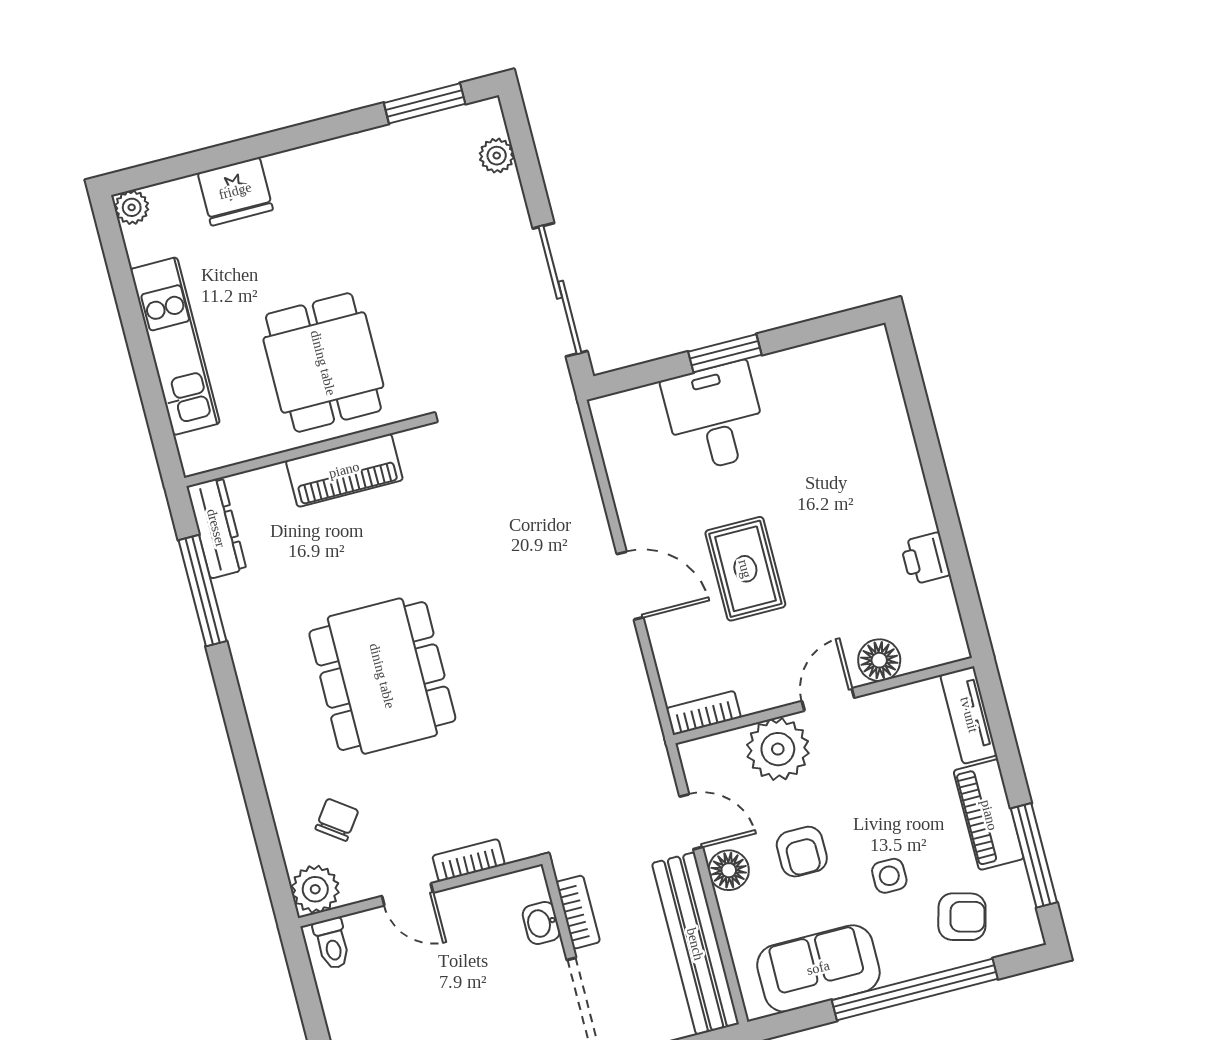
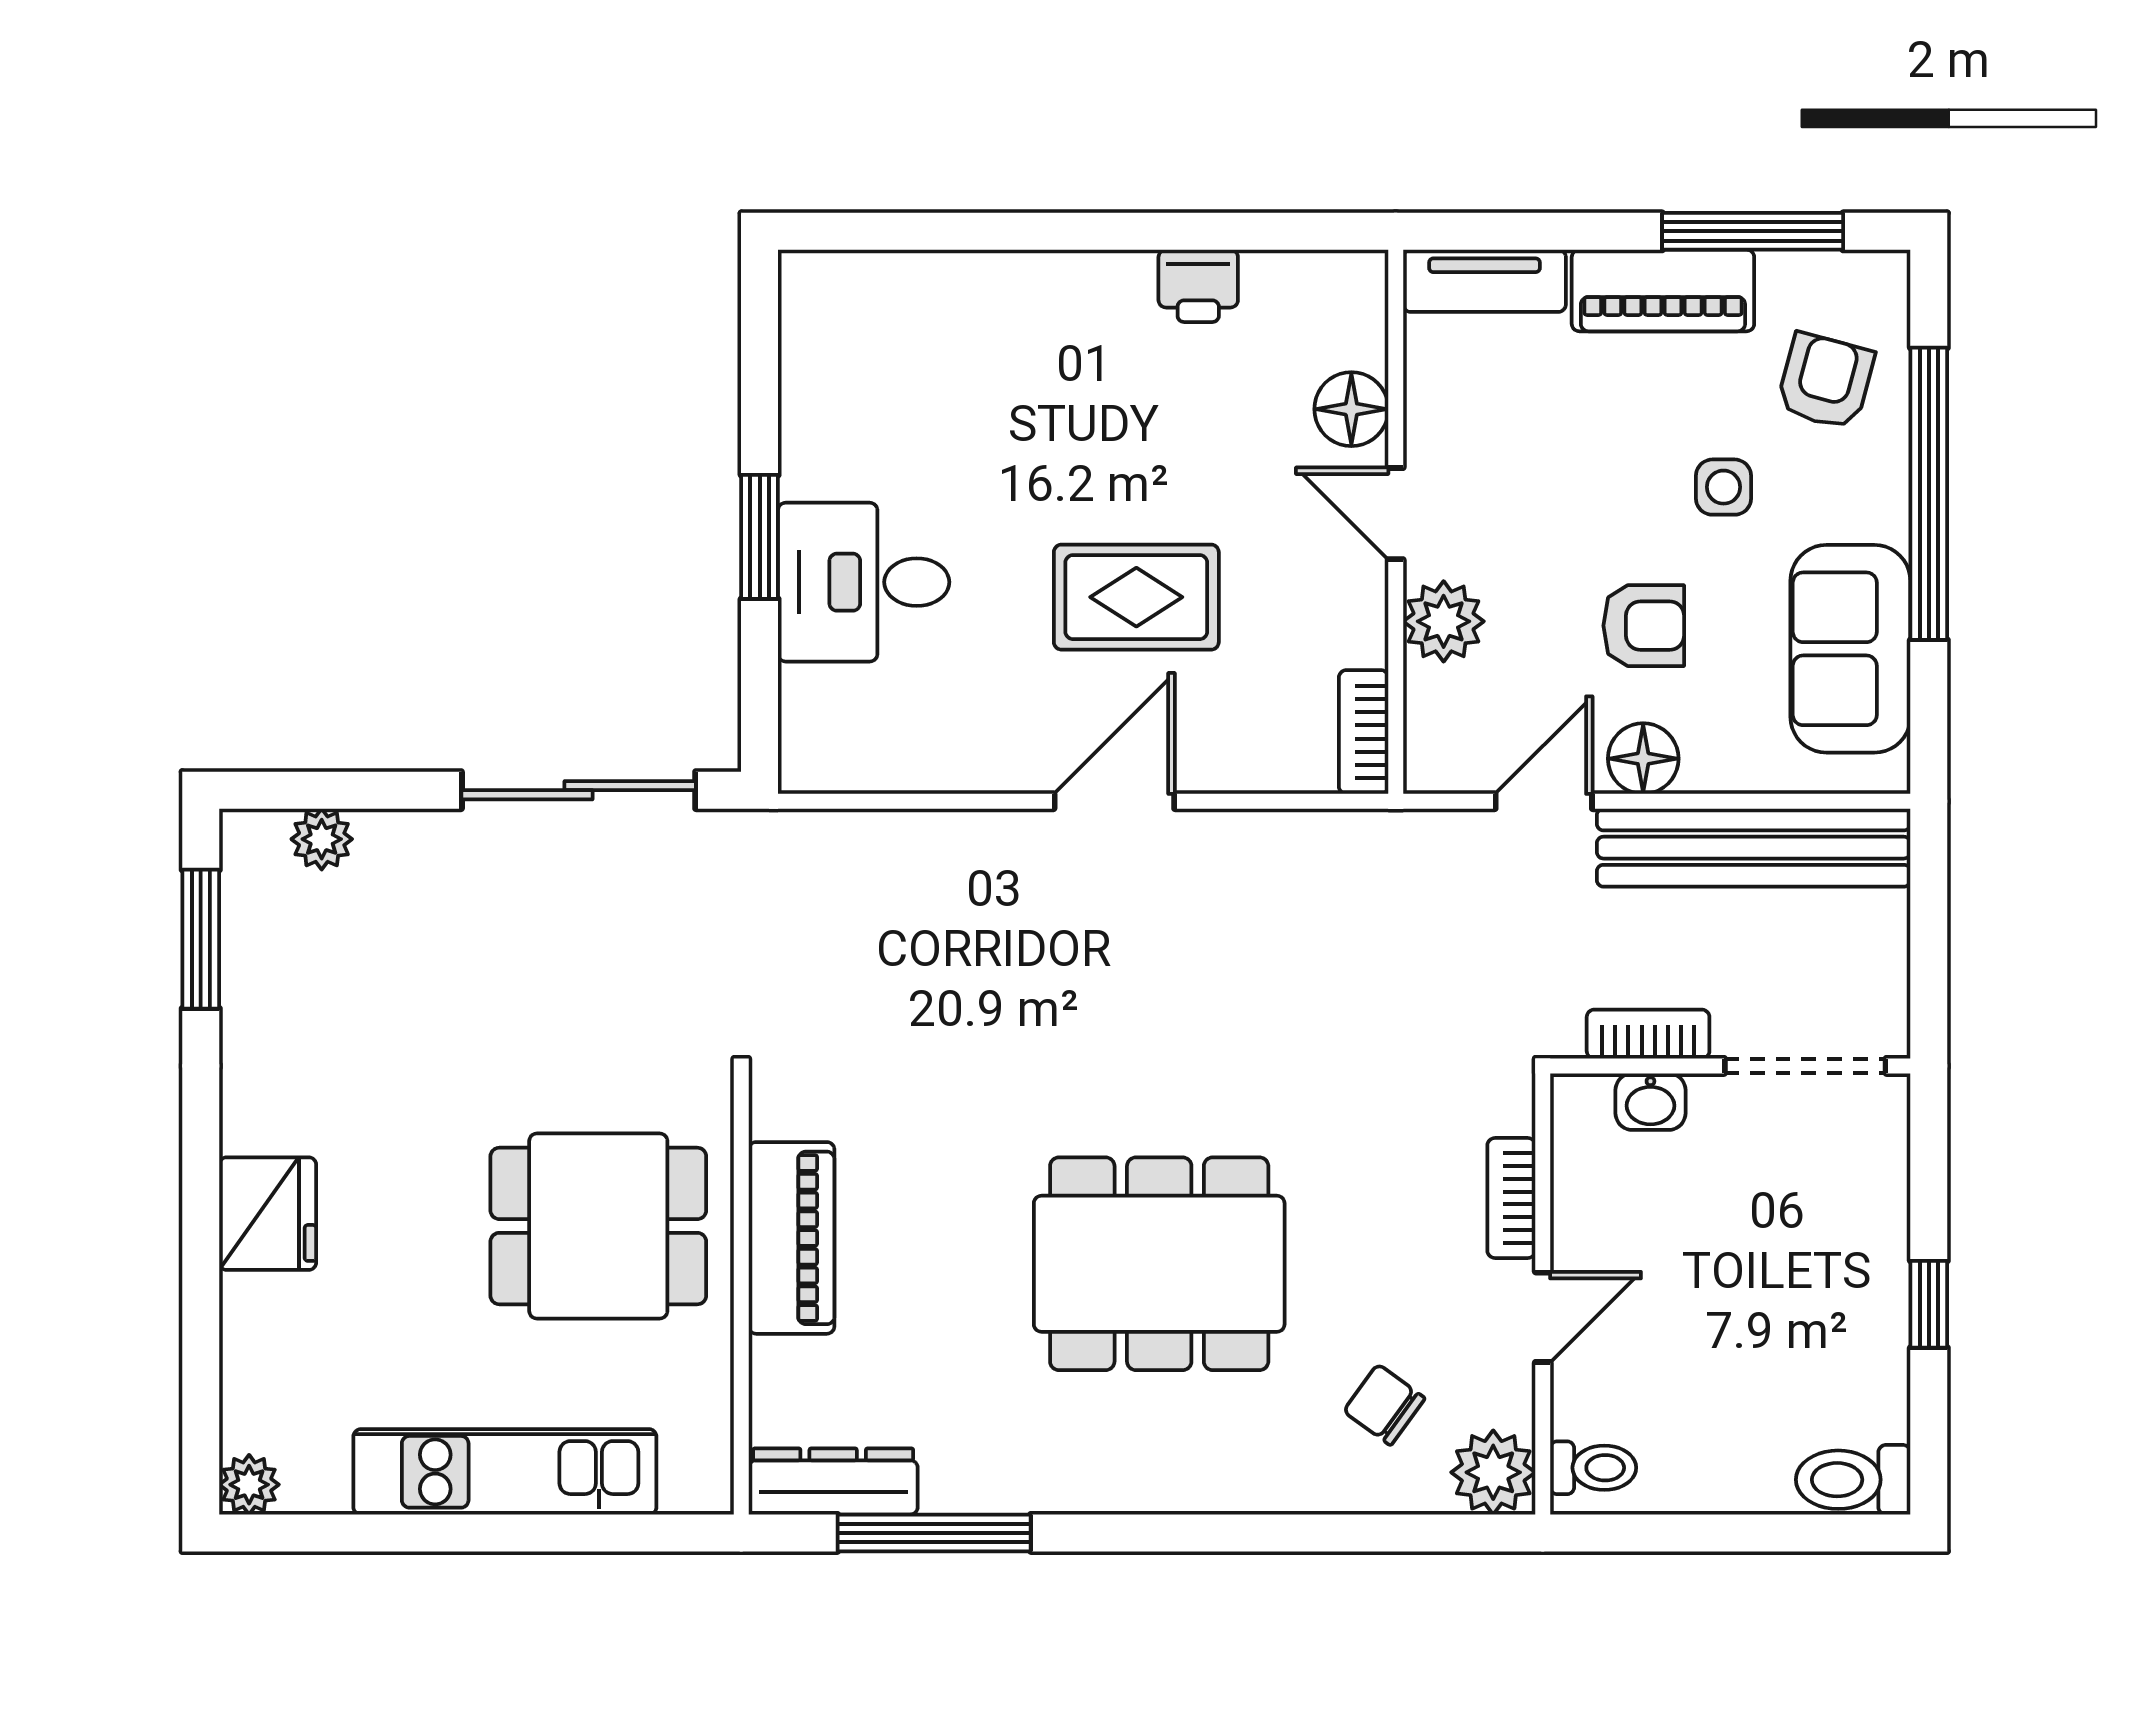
fridge: (235, 191) -> (268, 1214), moved
plant: (778, 749) -> (1444, 621), width x0.73, depth x0.73

